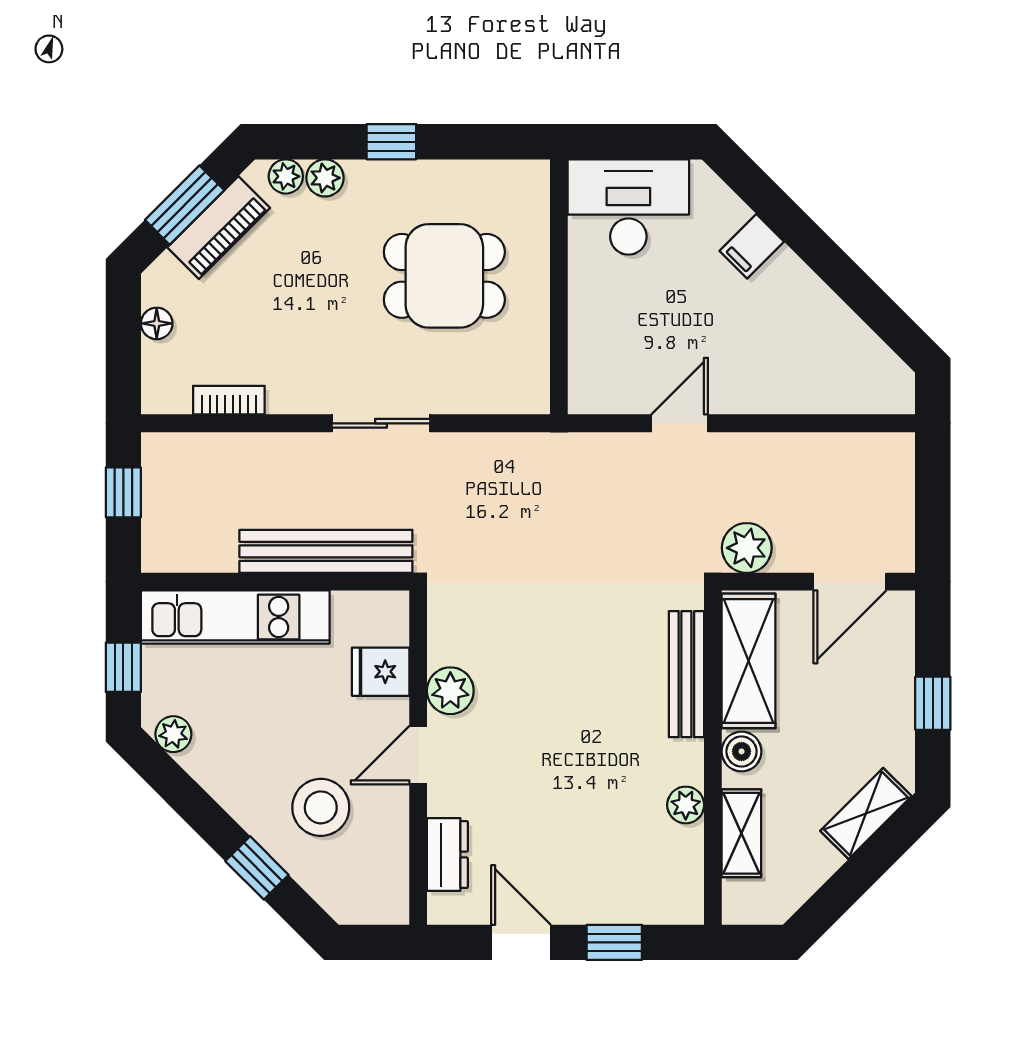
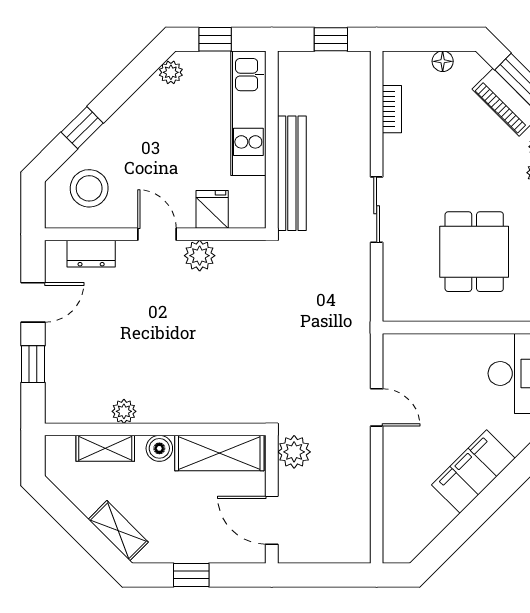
filing cabinet: (752, 246) -> (473, 472), width x3.00, depth x1.17
bench: (686, 674) -> (211, 412), removed
stool: (321, 807) -> (89, 188), moved

